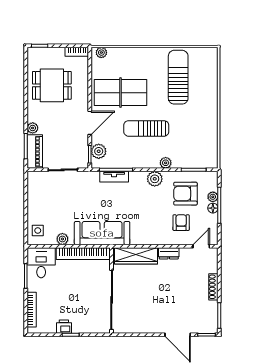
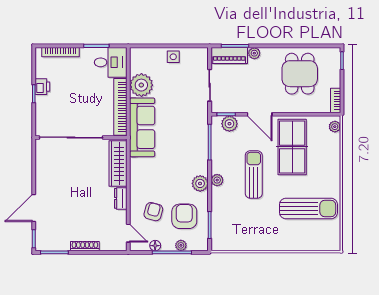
plant: (166, 163) -> (217, 180), moved
tv unit: (114, 177) -> (202, 140), removed
floor lamp: (213, 208) -> (155, 246), moved
armchair: (181, 223) -> (153, 212), turned -75
side table: (38, 231) -> (173, 57), moved
plant: (62, 239) -> (141, 85), width x1.88, depth x1.88

